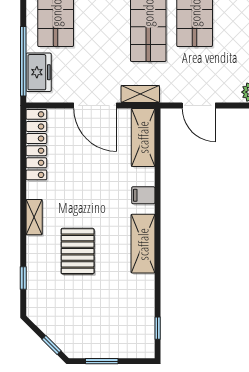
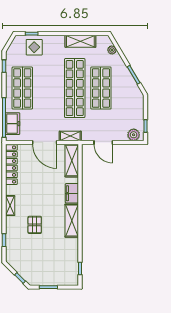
filing cabinet: (143, 195) -> (72, 193), width x2.00
pallet: (78, 251) -> (35, 225), width x0.67, depth x0.71

